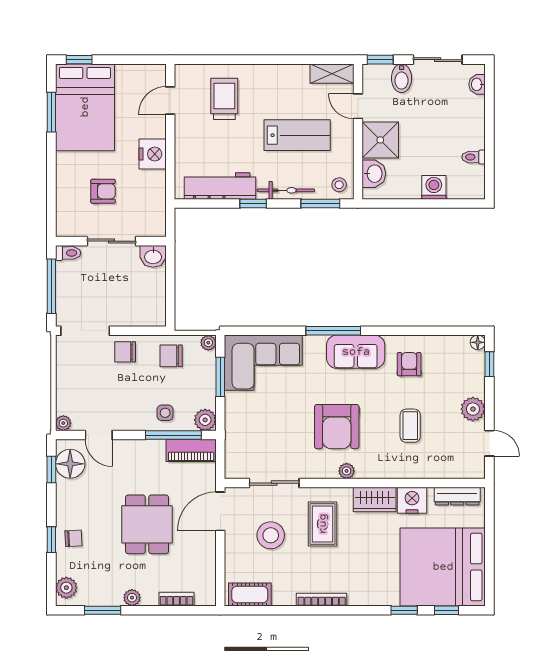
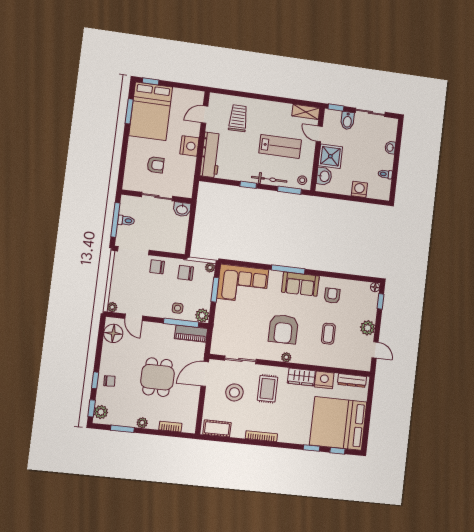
washbasin: (477, 84) -> (390, 148), moved
workbench: (220, 186) -> (211, 155), moved, turned 90
toilet: (68, 253) -> (126, 221), moved
window: (51, 470) -> (92, 408), moved

